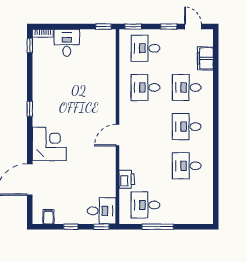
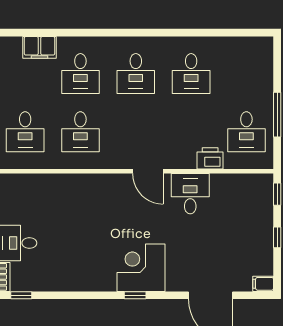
window: (30, 109) -> (135, 295), moved
corner desk: (49, 144) -> (141, 268), moved
desk: (102, 211) -> (190, 194), moved
filing cabinet: (48, 217) -> (263, 284), moved

